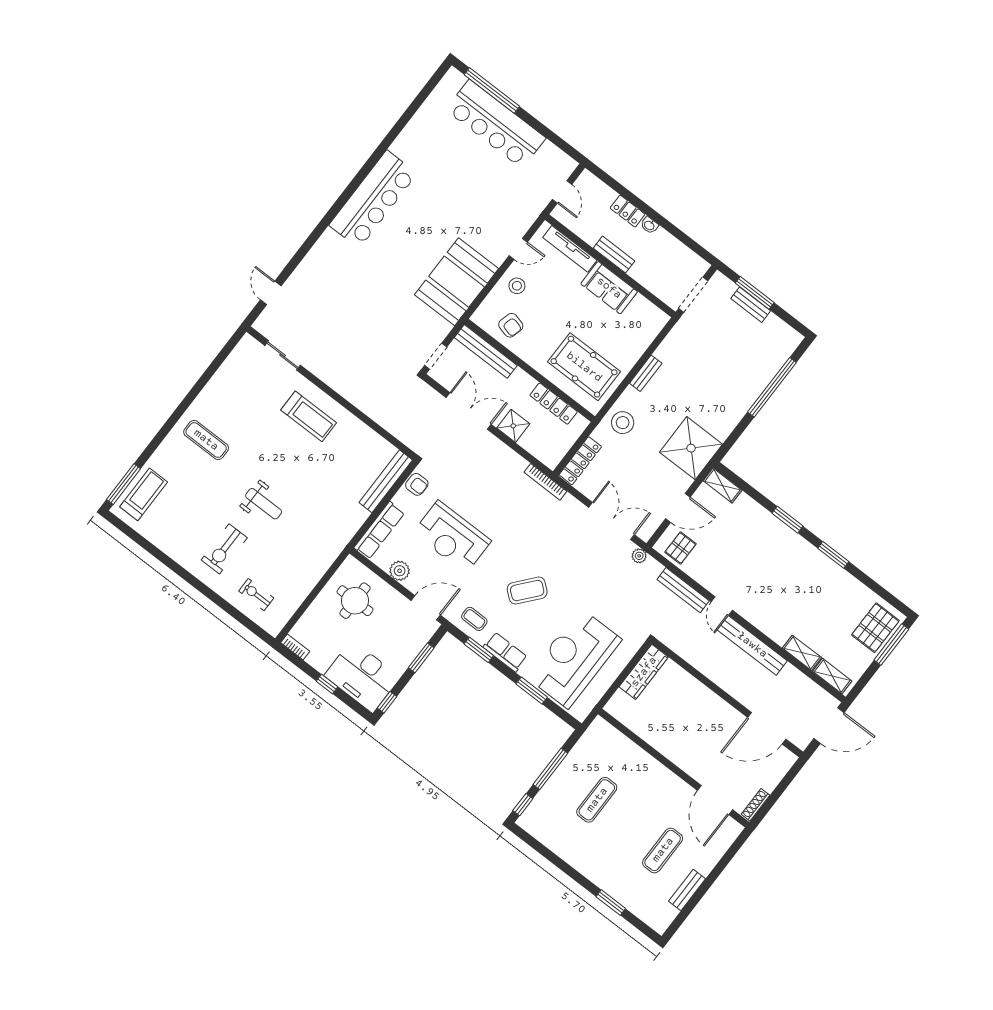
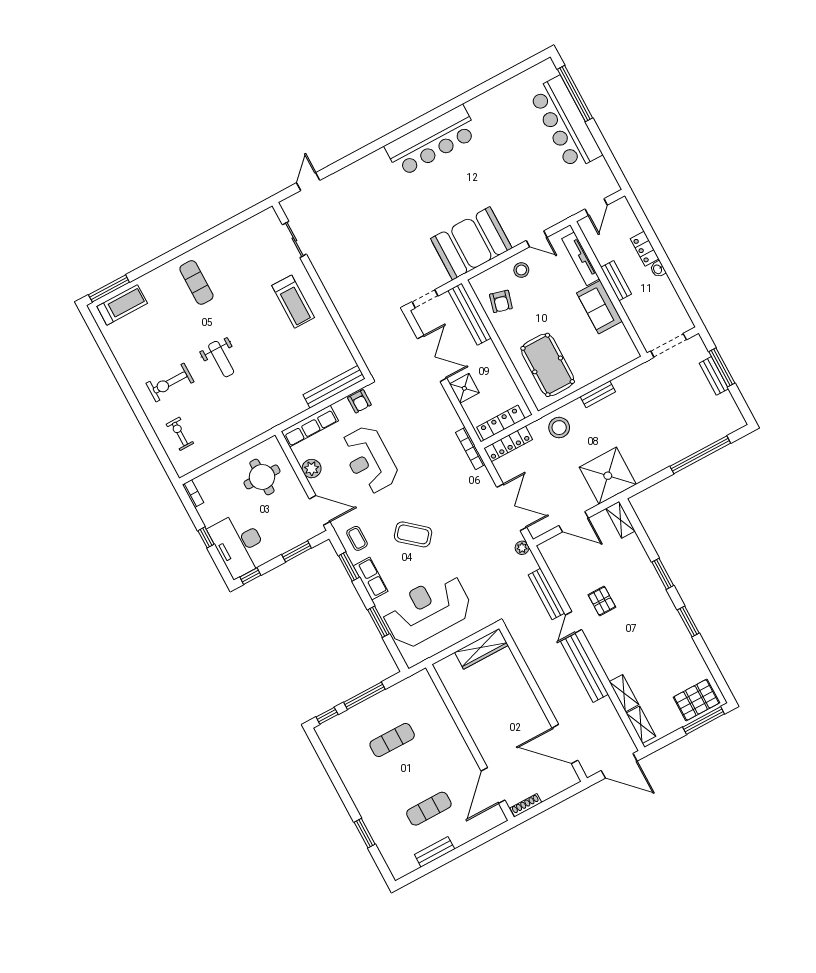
locker: (554, 404) -> (501, 423), moved, turned 90
pallet: (680, 548) -> (602, 601), moved, turned 90

